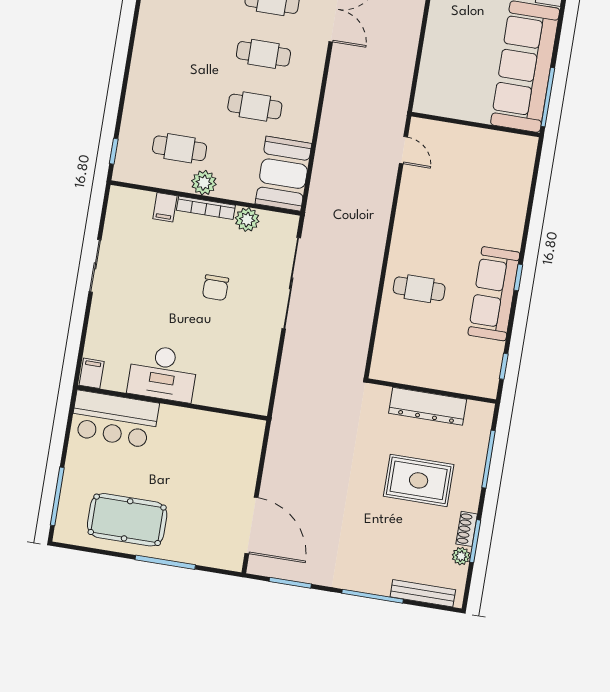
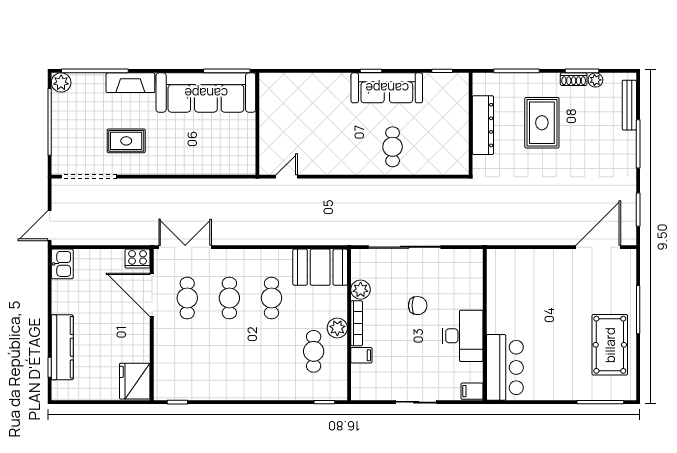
filing cabinet: (92, 373) -> (472, 391), moved
desk: (163, 373) -> (463, 336), moved
wall: (172, 403) -> (485, 325), moved
bar counter: (115, 419) -> (505, 367), moved

